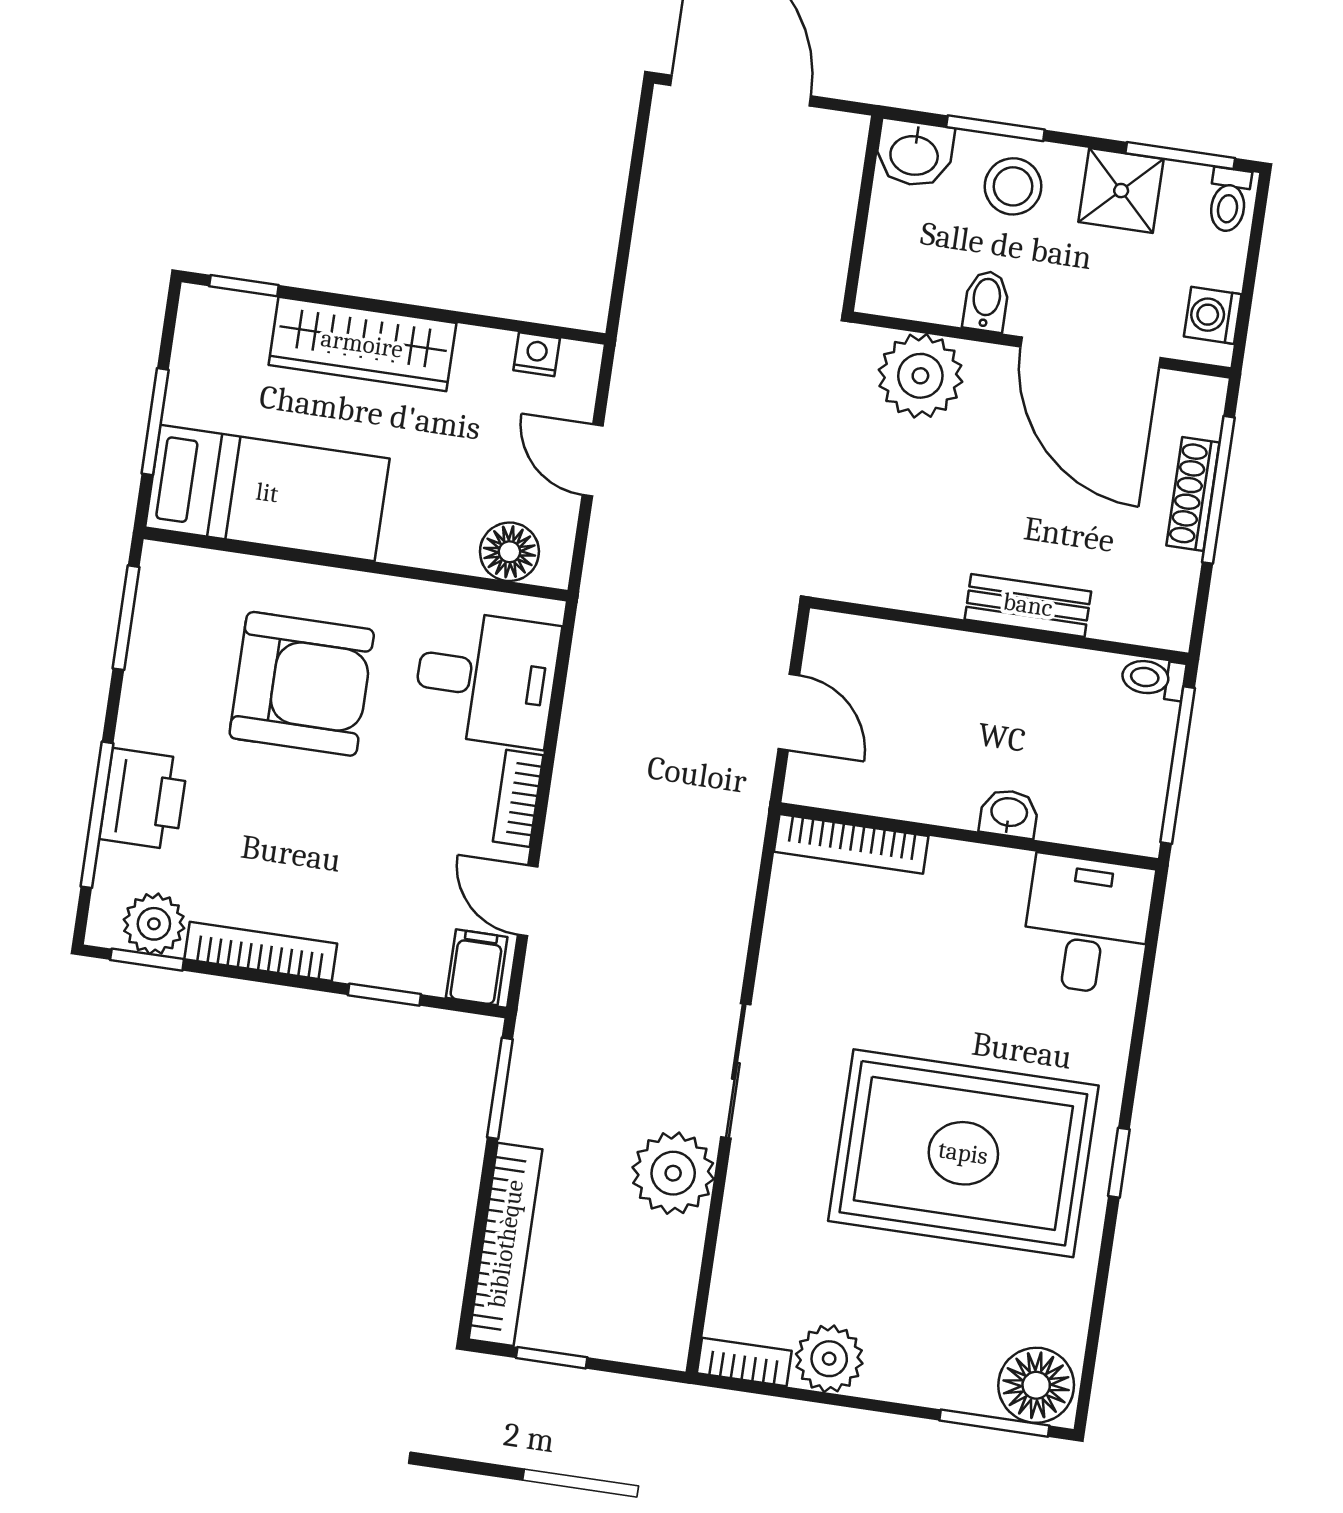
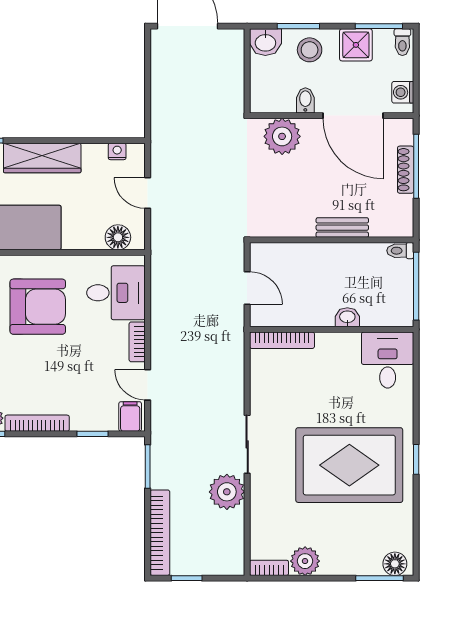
floor lamp: (1036, 1385) -> (395, 564), width x0.73, depth x0.73

